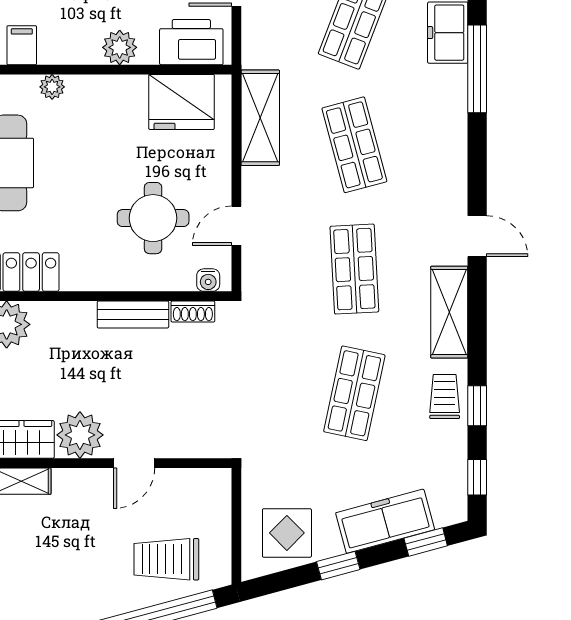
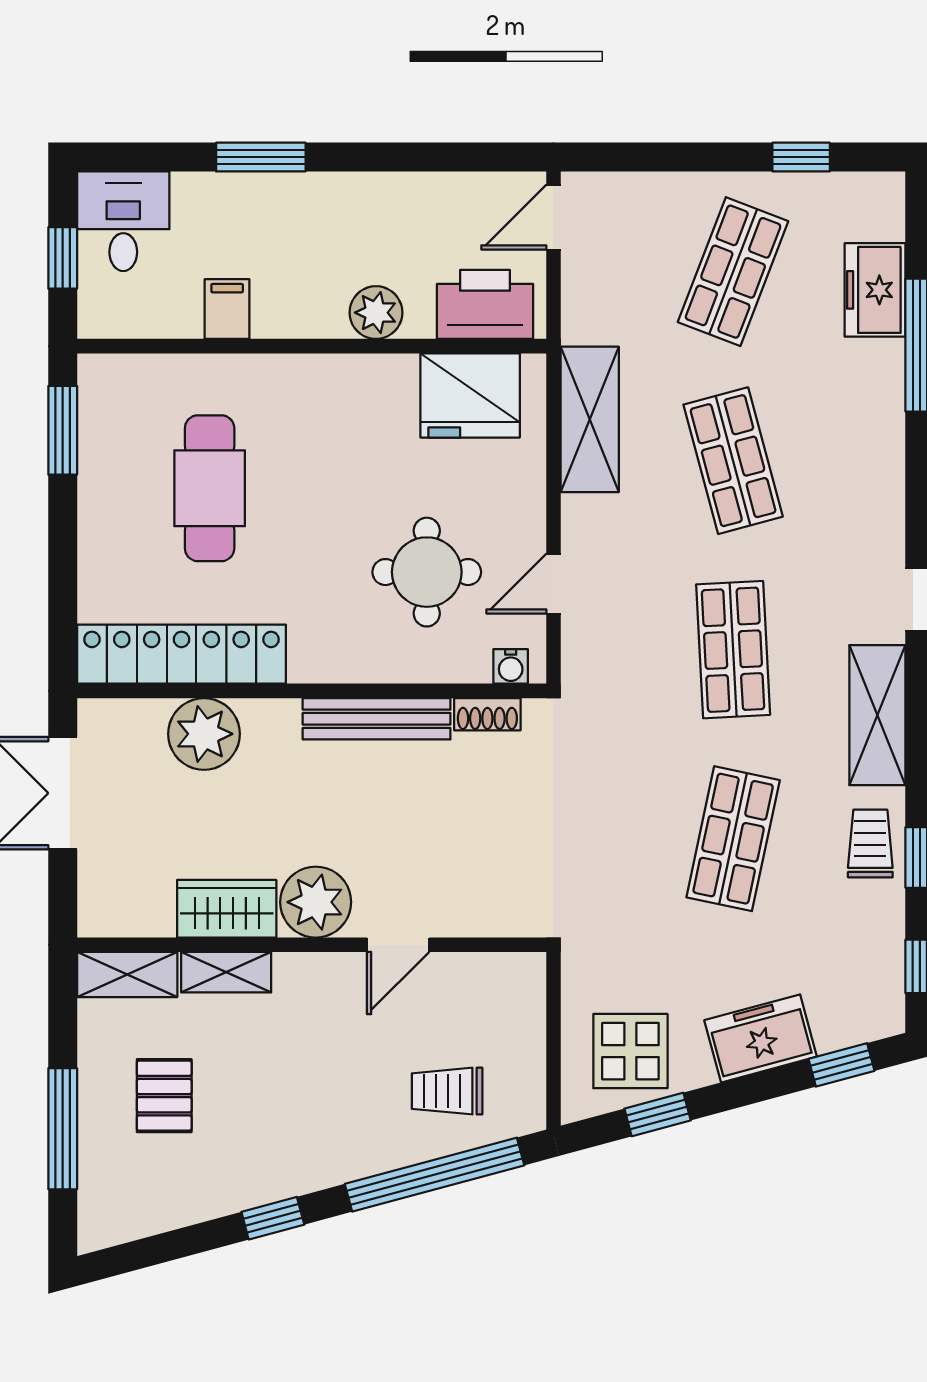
plant: (52, 87) -> (273, 372), removed
bench: (133, 315) -> (377, 719), width x1.36
freezer: (385, 521) -> (761, 1038), width x0.71
trolley: (166, 559) -> (447, 1091), width x0.73, depth x0.72
window: (338, 566) -> (658, 1115), moved

